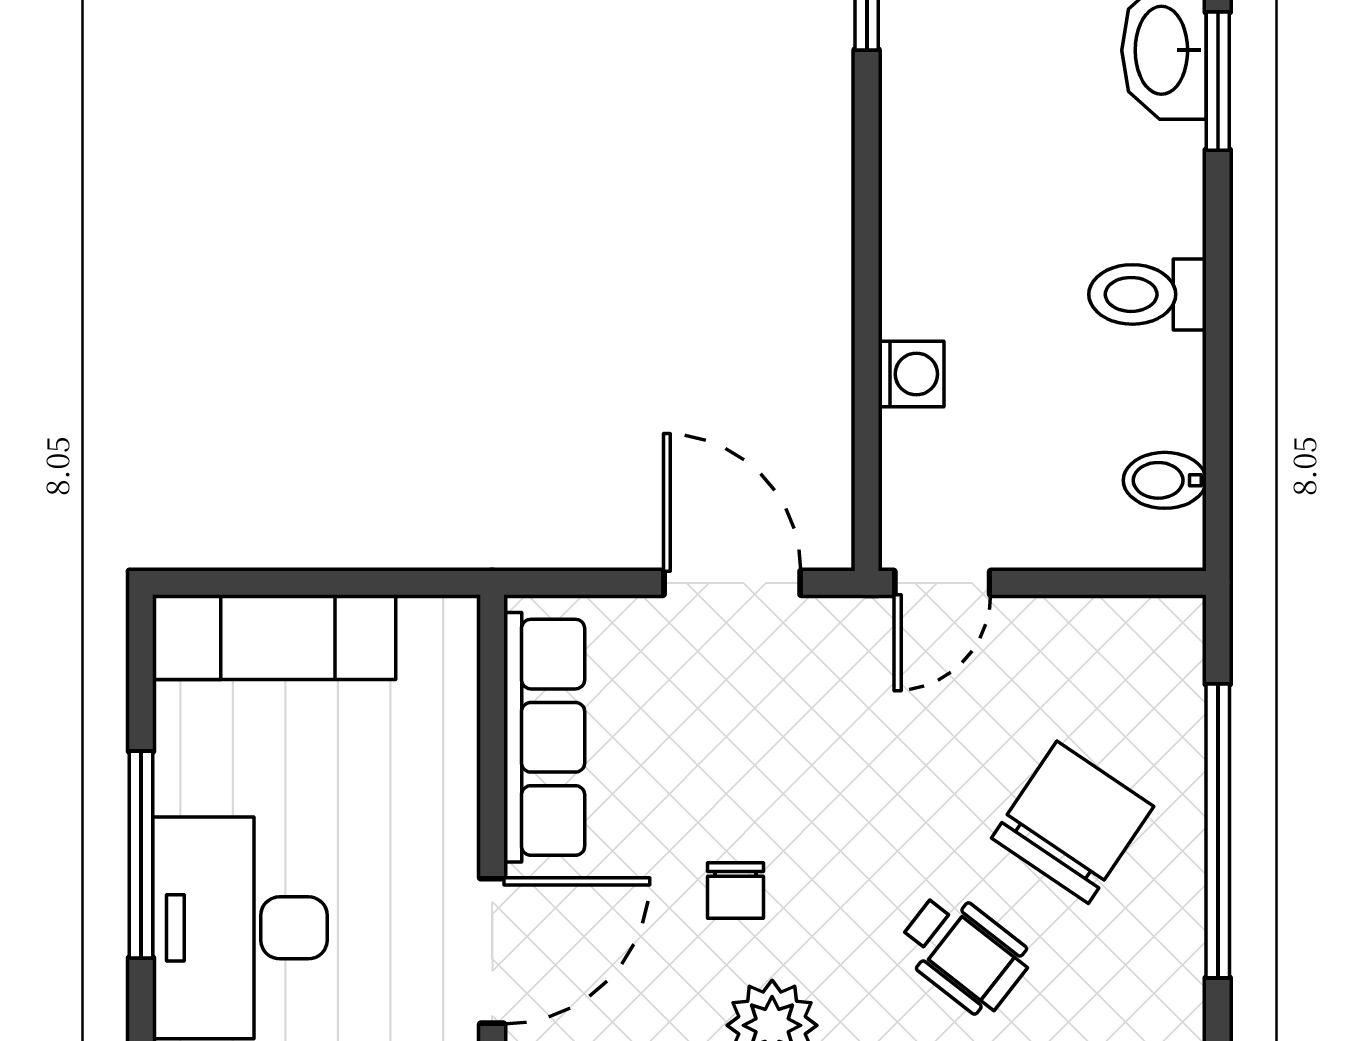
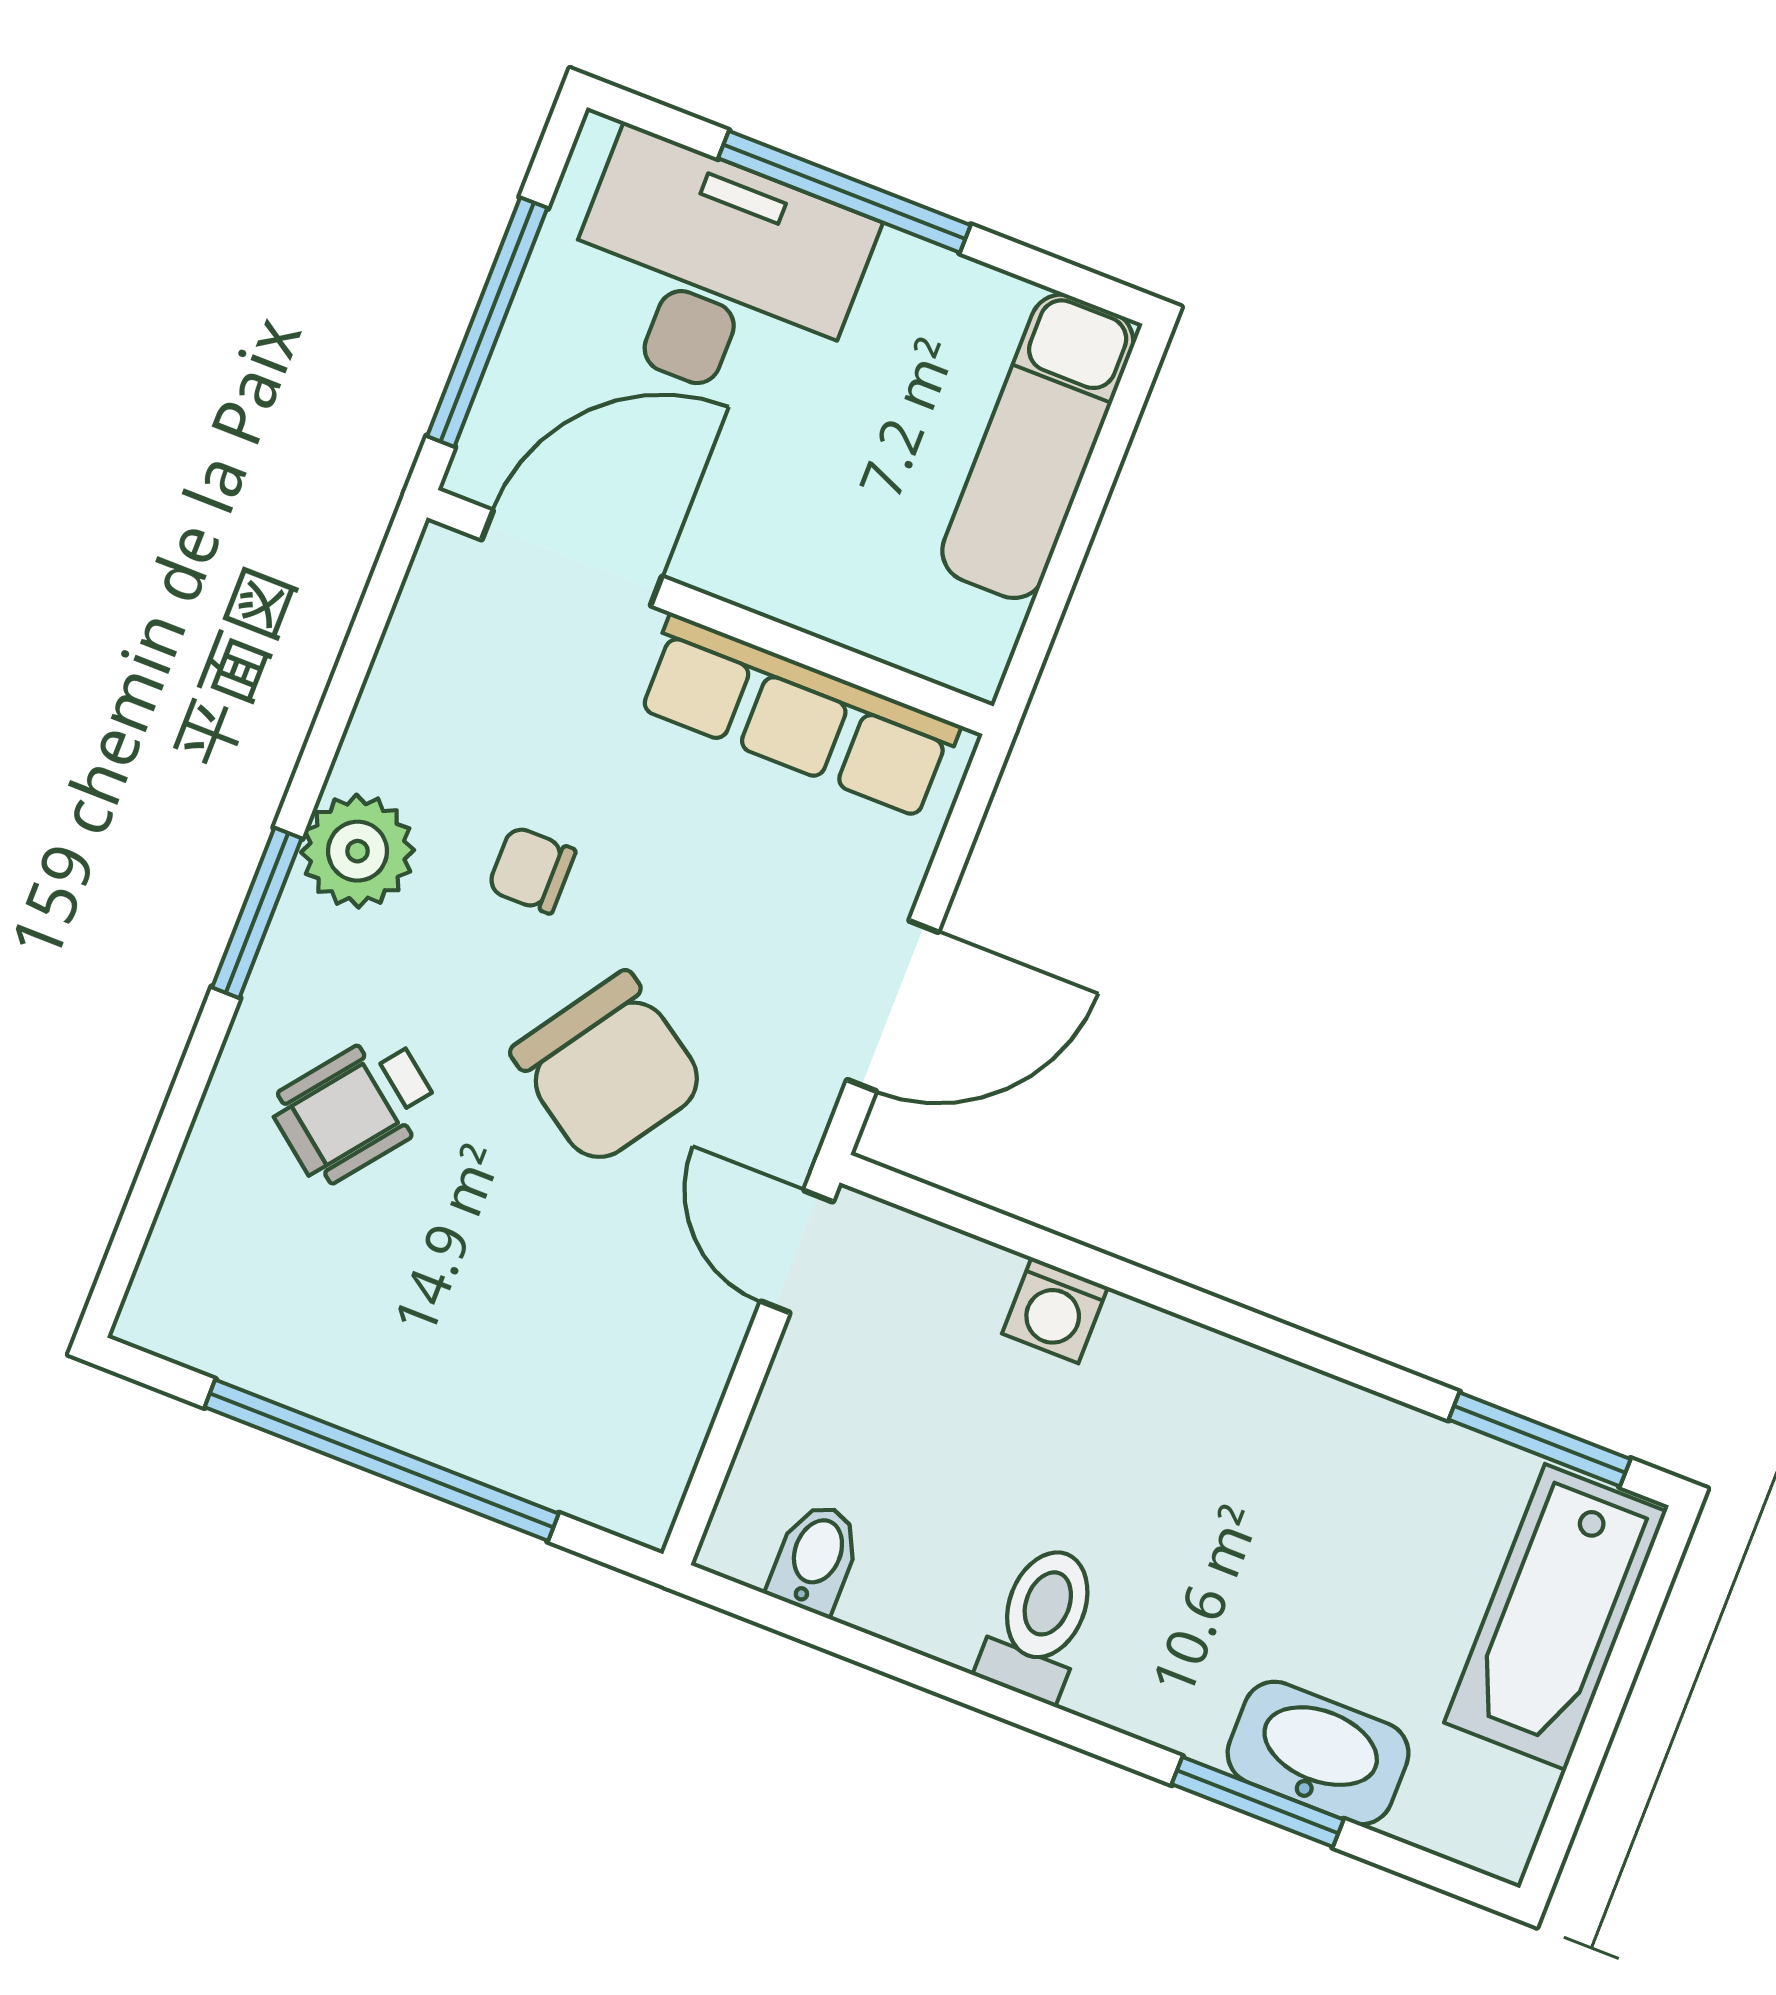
chair: (1073, 822) -> (609, 1069), moved
door: (492, 951) -> (572, 558), swing flipped

